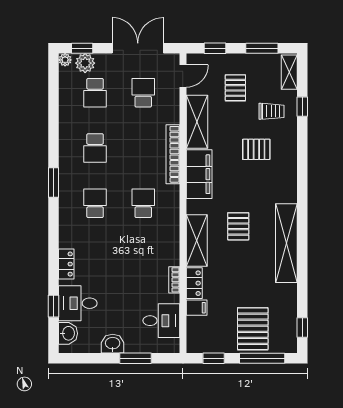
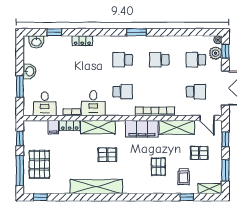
school desk: (95, 203) -> (123, 60), turned 180
desk: (78, 303) -> (93, 103), moved, turned 180
pallet: (253, 329) -> (39, 164), turned 90

